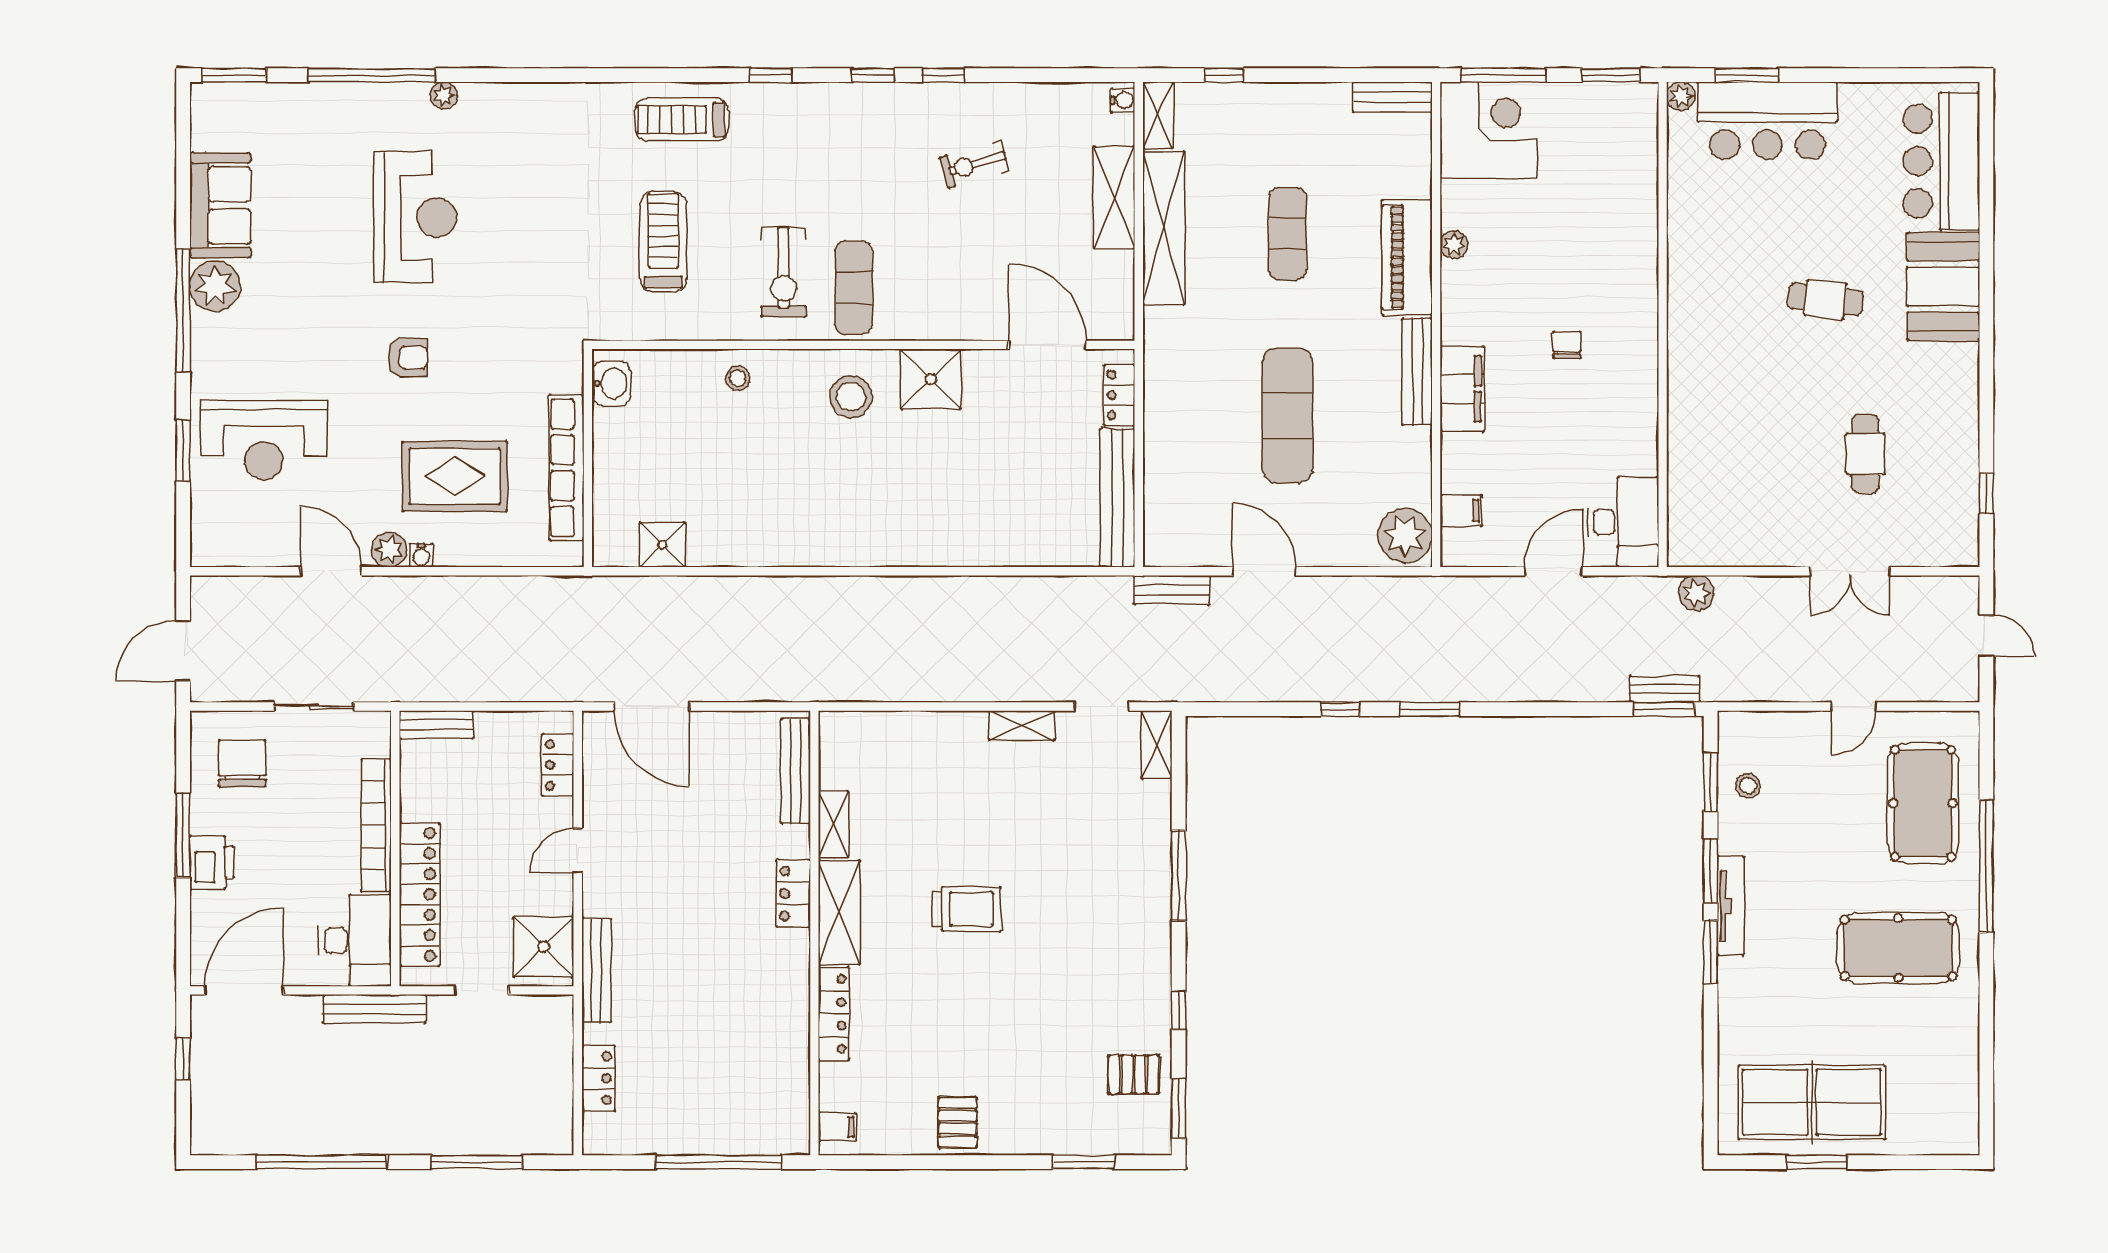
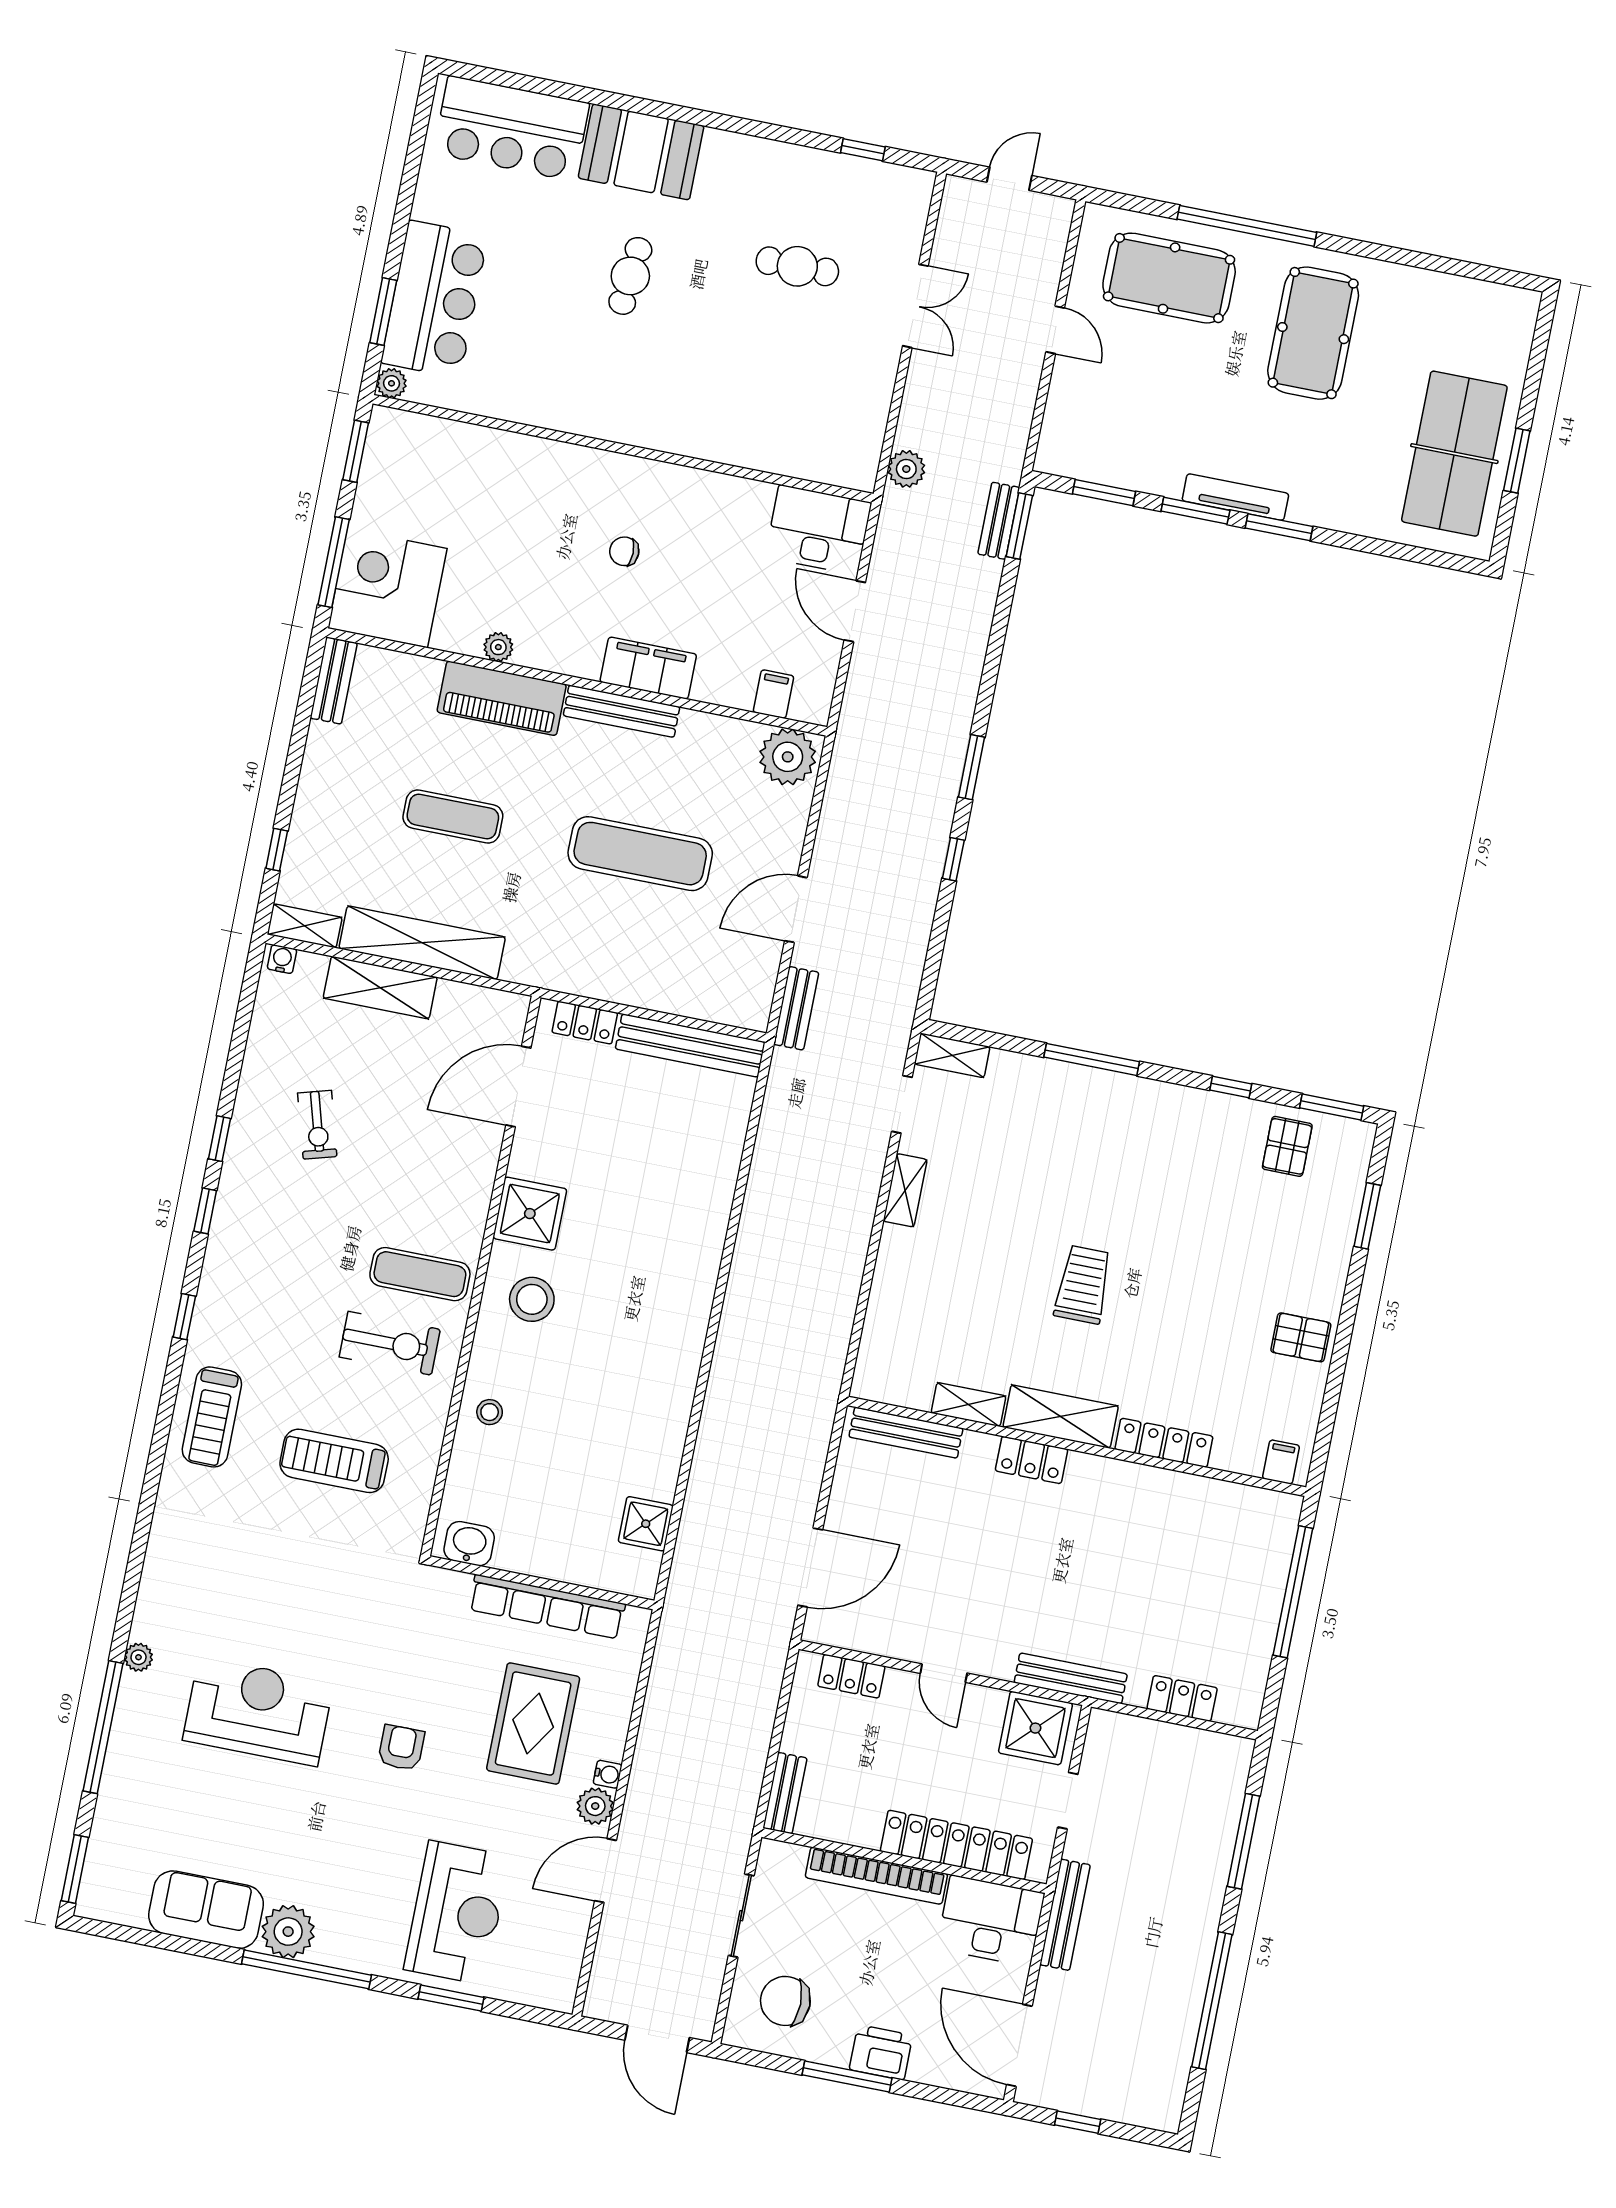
stool: (1748, 786) -> (1115, 455), removed

